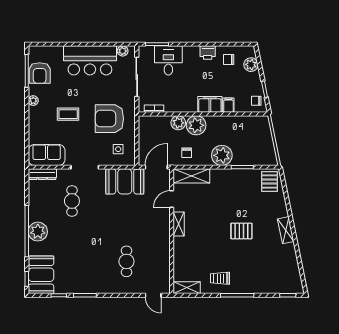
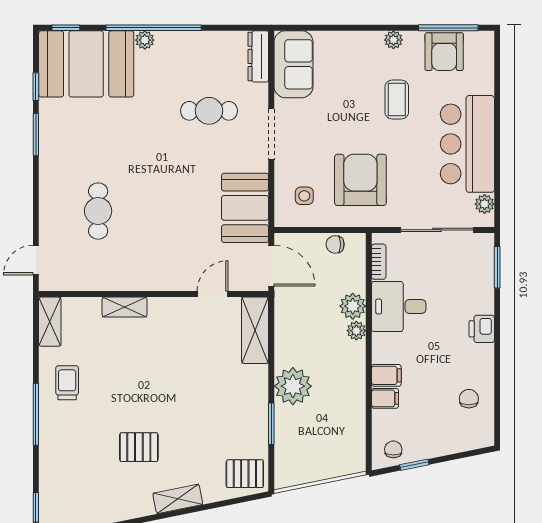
printer: (208, 53) -> (482, 329), moved
desk: (168, 60) -> (399, 306), moved, turned 180
plant: (251, 65) -> (460, 440), removed
armchair: (40, 73) -> (444, 52), turned -90
filing cabinet: (210, 104) -> (386, 375), width x0.50
coffee table: (68, 114) -> (397, 100), moved
plant: (196, 125) -> (356, 331), width x0.53, depth x0.53
chair: (187, 153) -> (335, 244), moved
door: (172, 199) -> (213, 294), hinge flipped
shelving: (179, 224) -> (125, 307), moved
shelving: (286, 230) -> (178, 499), moved
pallet: (241, 231) -> (139, 447), moved, turned 90
plant: (38, 232) -> (145, 40), width x0.53, depth x0.53
cafe table: (126, 261) -> (98, 211), turned 90
booth: (41, 275) -> (86, 64), width x1.36, depth x1.42

